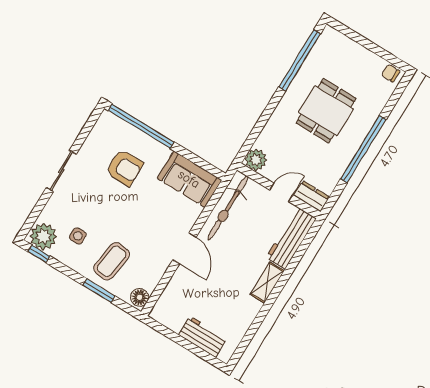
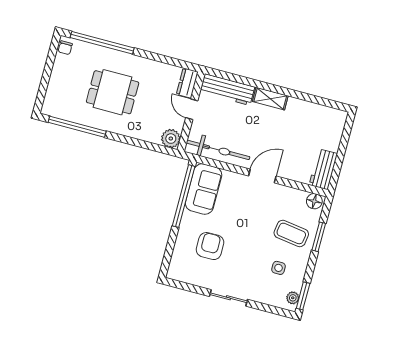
window: (141, 126) -> (184, 196), moved
window: (363, 149) -> (102, 43), moved
plant: (43, 236) -> (293, 298), width x0.53, depth x0.53
window: (39, 254) -> (303, 296), width x1.50
workbench: (203, 337) -> (323, 169), moved

